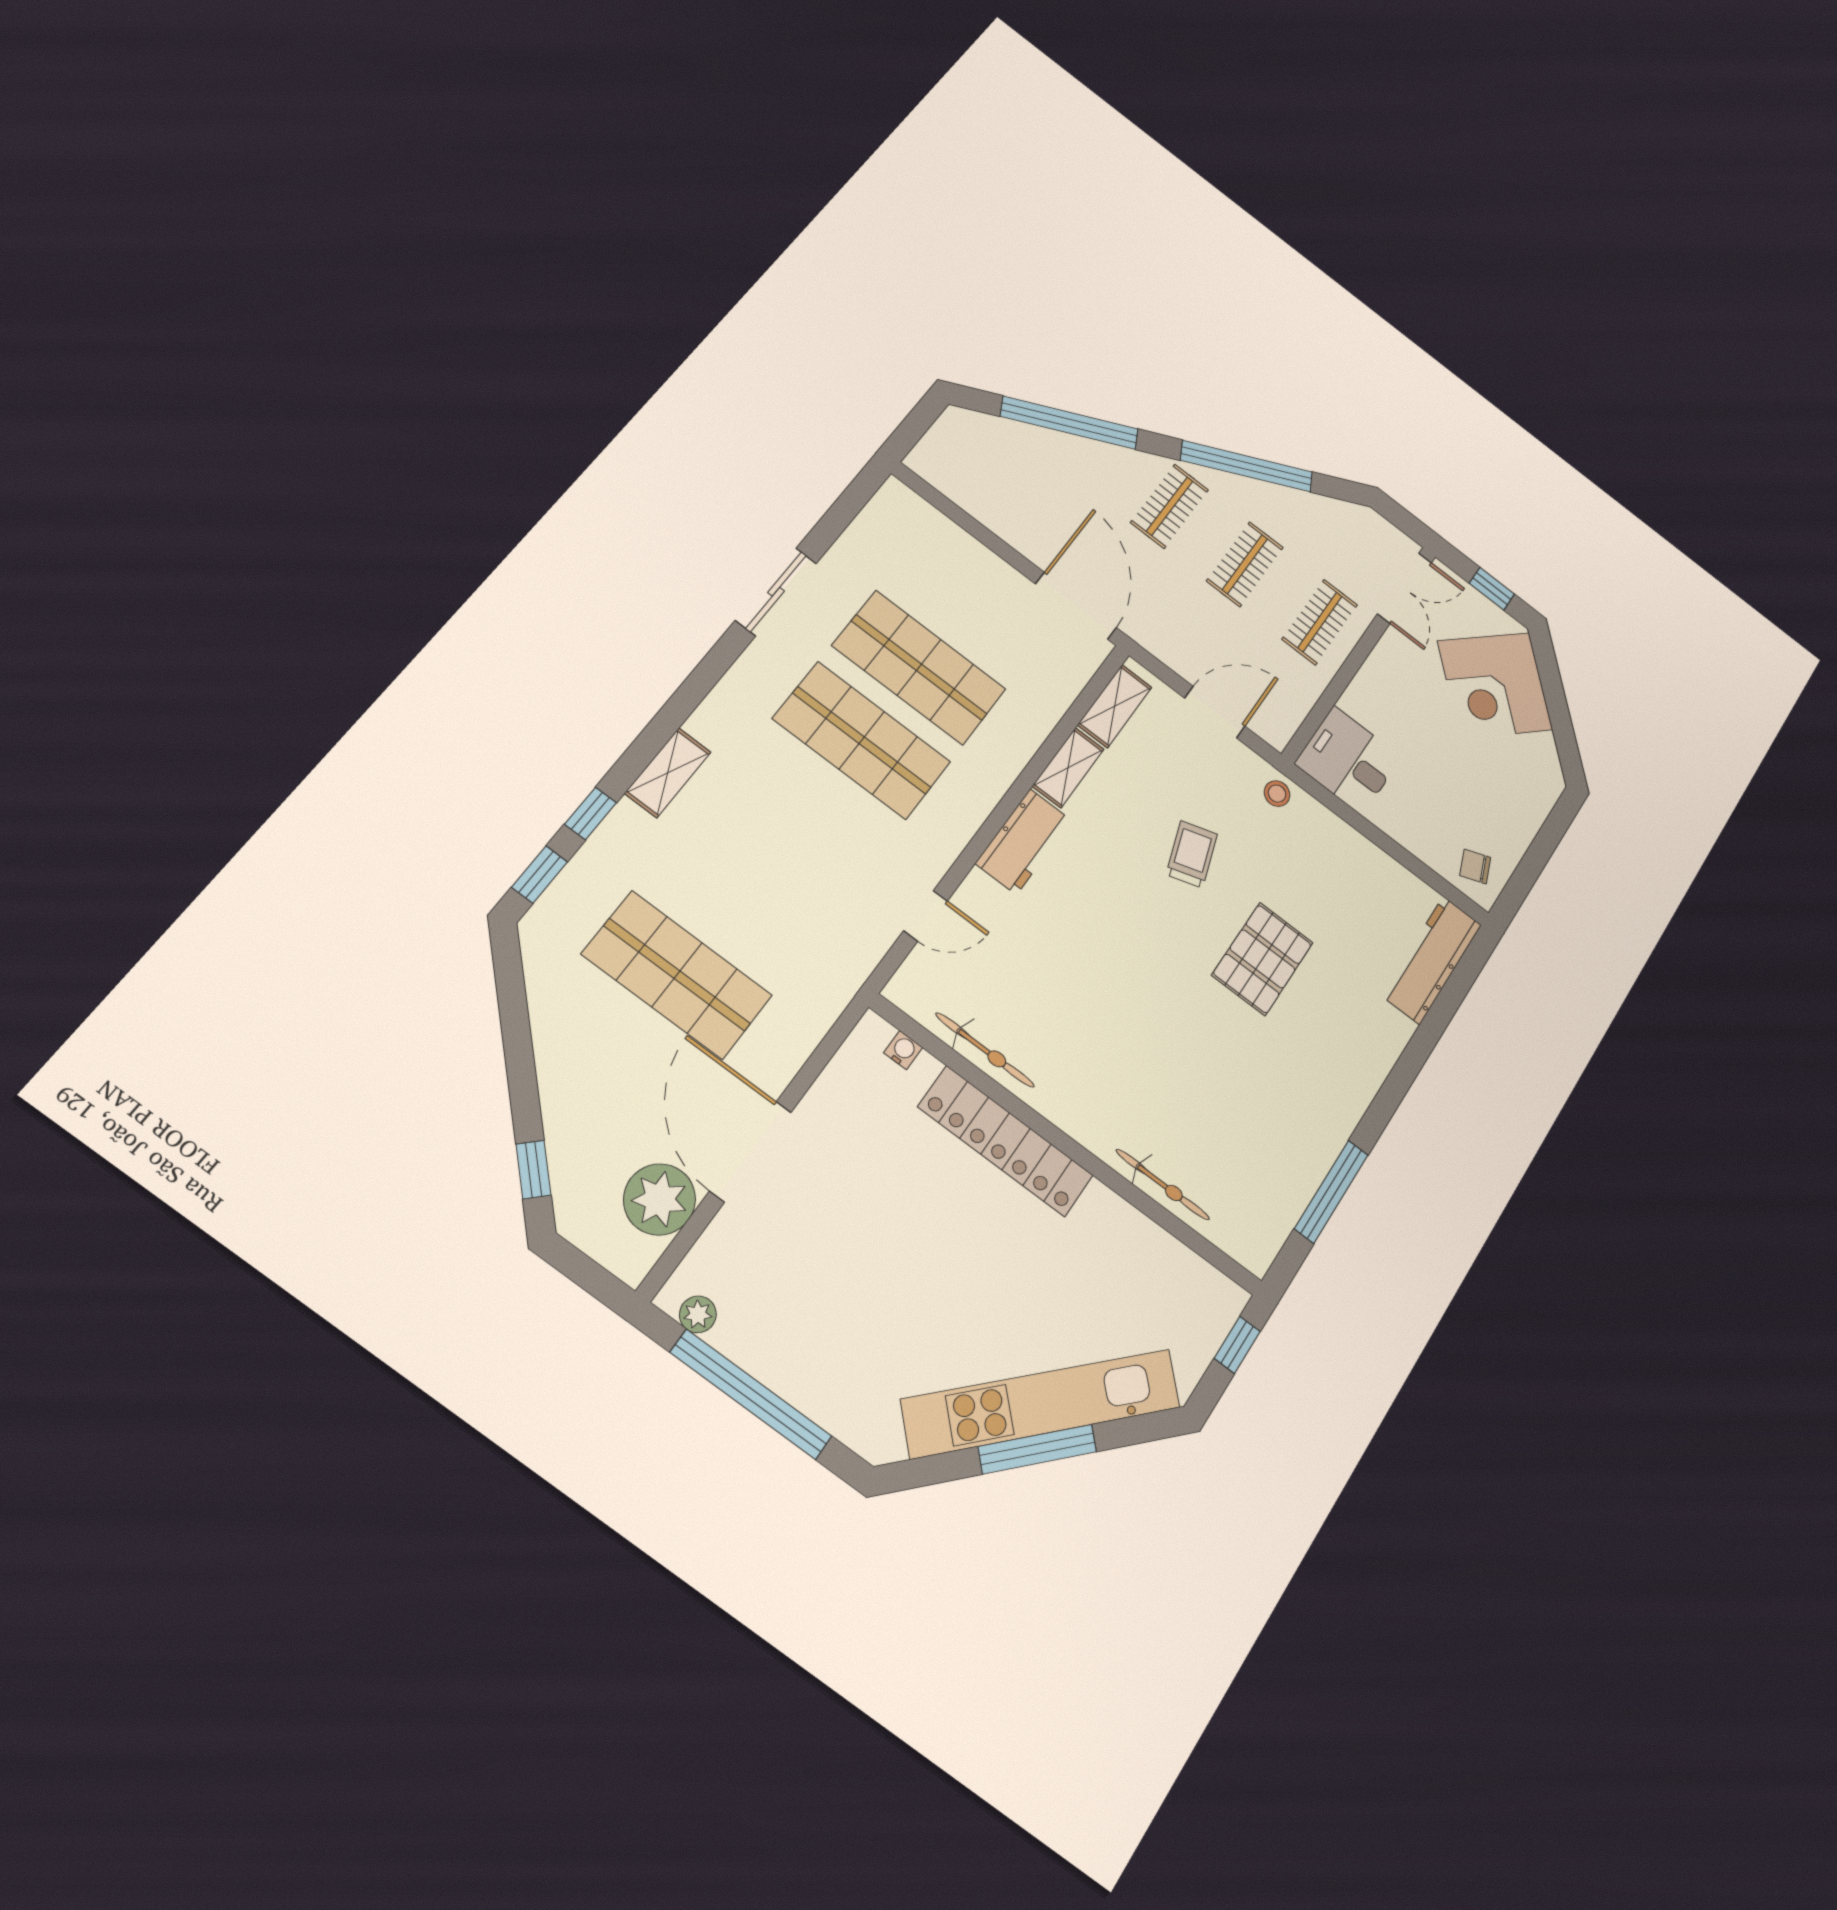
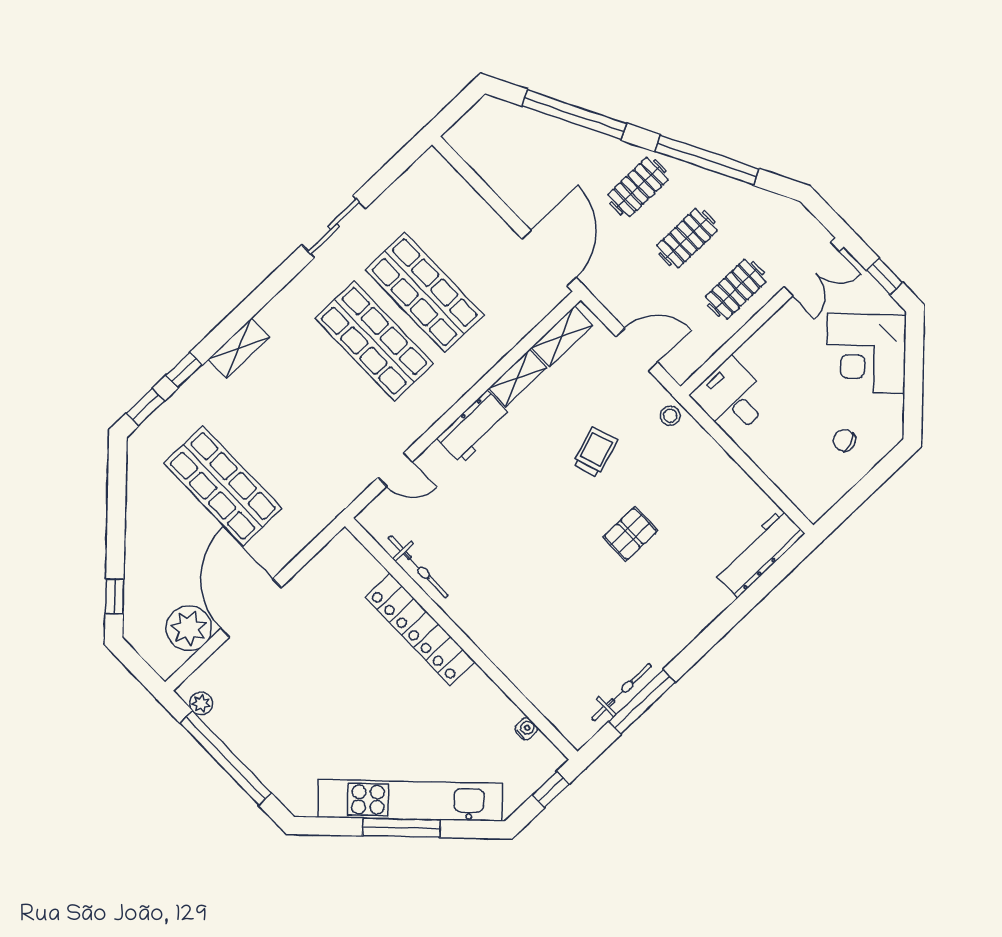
chair: (1475, 866) -> (844, 440), moved
pallet: (1262, 959) -> (630, 534), width x0.67, depth x0.71
water cooler: (903, 1050) -> (526, 729), moved
bicycle: (1163, 1185) -> (622, 692), moved, turned -90

